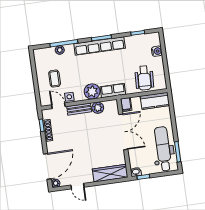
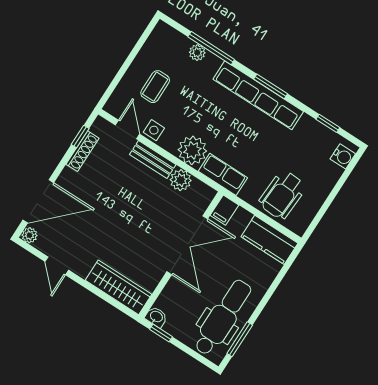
water cooler: (157, 51) -> (343, 156), moved

